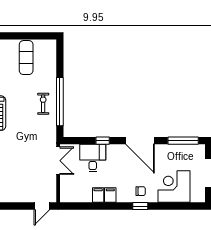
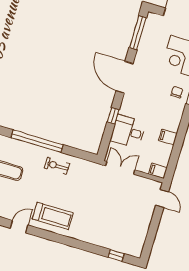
window: (60, 102) -> (37, 141), moved
door: (140, 141) -> (125, 77), swing flipped
filing cabinet: (110, 195) -> (158, 171), moved

